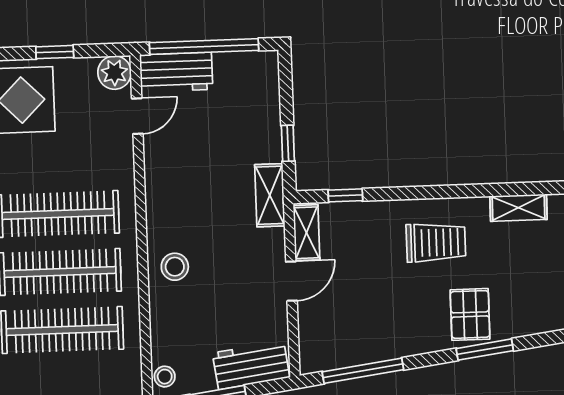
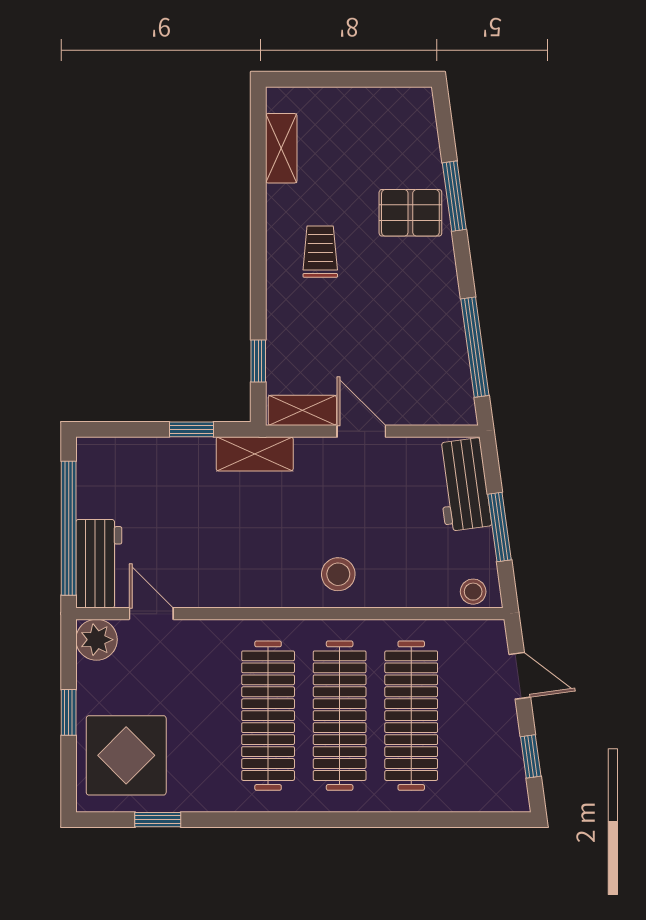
trolley: (436, 242) -> (320, 252), width x0.73, depth x0.72

